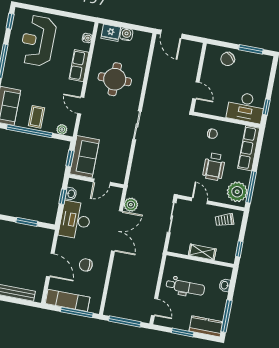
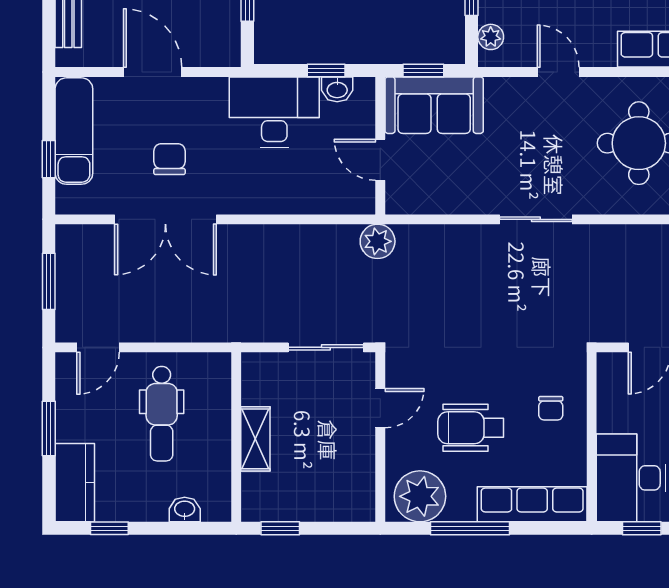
door: (81, 106) -> (558, 72), hinge flipped
window: (251, 187) -> (470, 528), moved
plant: (131, 205) -> (378, 241), moved
trolley: (224, 220) -> (345, 478), removed
double door: (117, 231) -> (165, 219), moved
door: (50, 265) -> (153, 72), swing flipped
window: (77, 312) -> (49, 159), width x0.46
window: (226, 316) -> (109, 528), width x0.46
window: (125, 321) -> (49, 281), width x0.69

